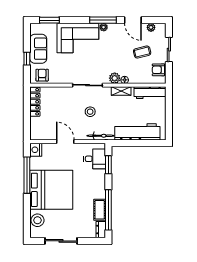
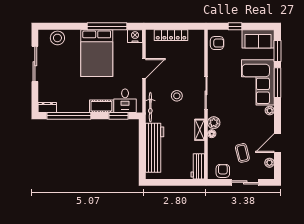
window: (103, 20) -> (277, 83), moved
sofa: (38, 49) -> (258, 39), moved
workbench: (150, 93) -> (198, 166), width x0.73
locker: (35, 102) -> (171, 35), moved
bed: (51, 190) -> (97, 53), width x0.73
cot: (100, 210) -> (101, 106), moved

